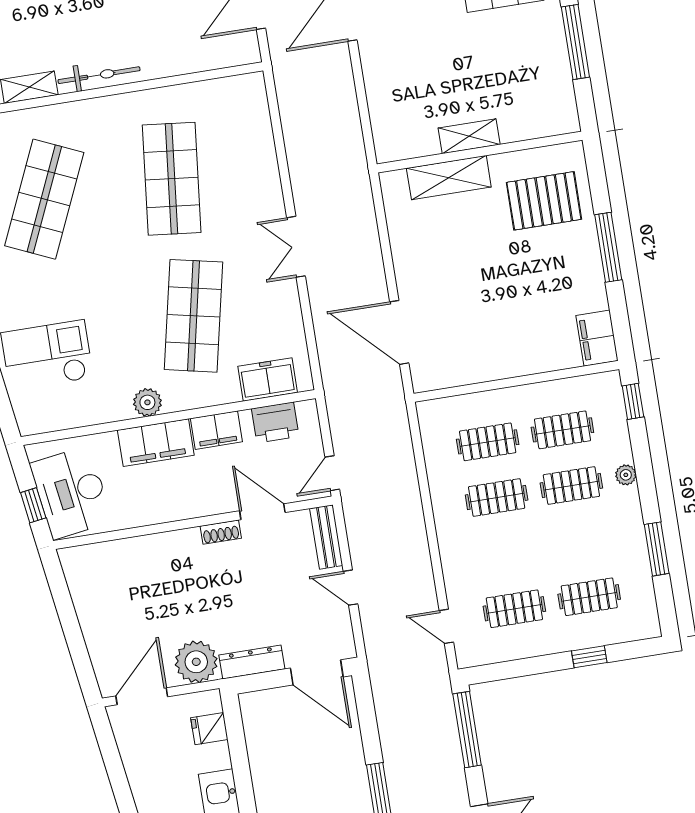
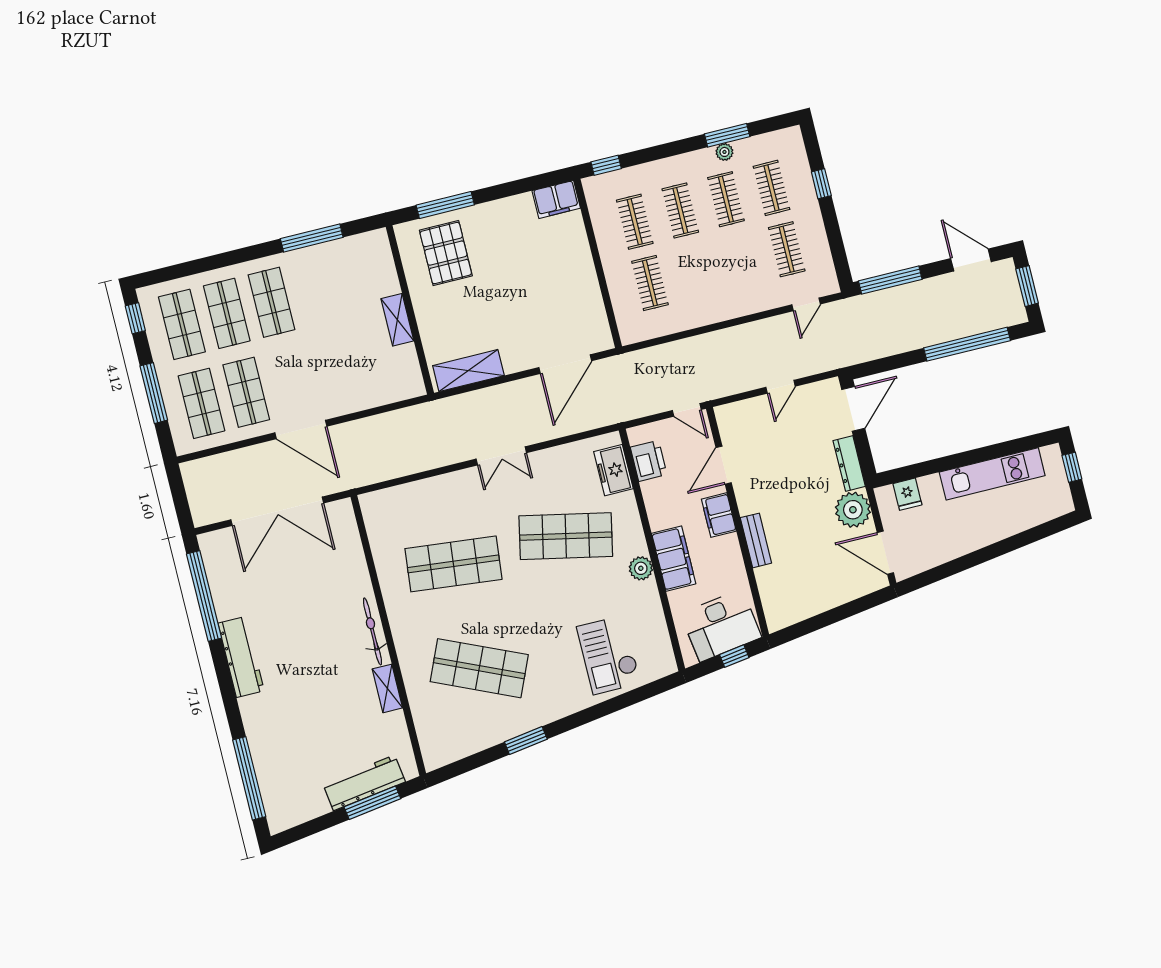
shelving: (449, 178) -> (468, 371), moved, turned 90
window: (608, 247) -> (445, 205), moved
filing cabinet: (216, 430) -> (719, 515), moved, turned 180
plant: (626, 475) -> (724, 152), moved
clothes rail: (497, 497) -> (726, 199), moved
shoe rack: (221, 532) -> (743, 498), removed
bench: (326, 537) -> (756, 540), moved, turned 90

